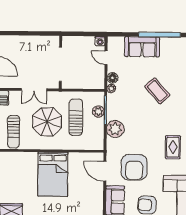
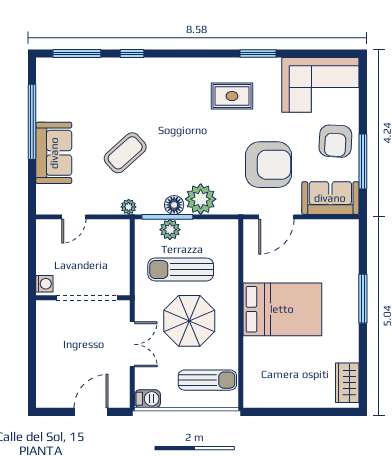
washing machine: (100, 41) -> (44, 284), moved
floor lamp: (112, 78) -> (174, 205), moved
coffee table: (157, 91) -> (125, 153), moved

